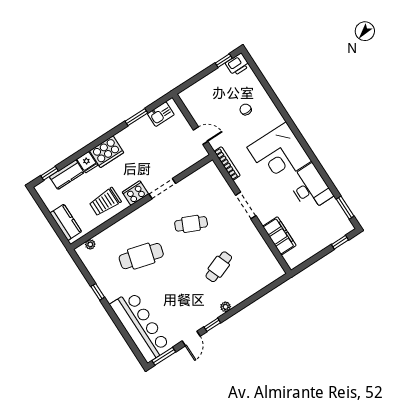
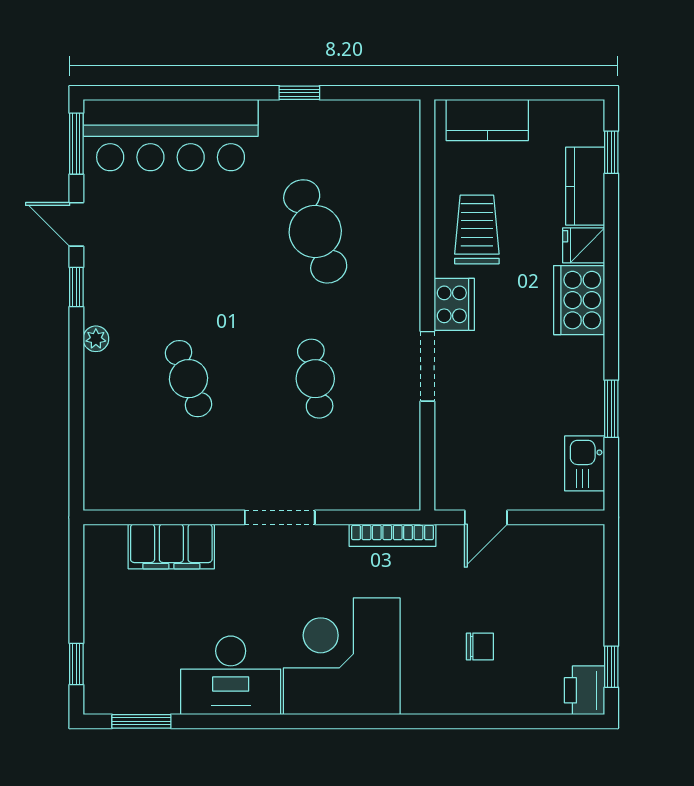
cafe table: (191, 224) -> (315, 379), turned -33
plant: (90, 244) -> (408, 141), removed
cafe table: (141, 256) -> (315, 231), turned -36

